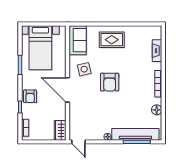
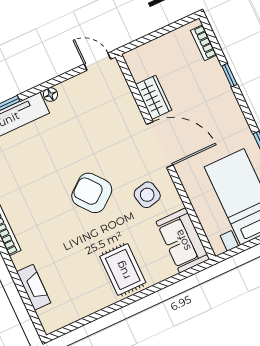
rug: (112, 40) -> (123, 270), turned 90
armchair: (110, 82) -> (92, 193), turned -39
armchair: (30, 96) -> (221, 102), removed
wardrobe: (60, 130) -> (154, 97), moved

